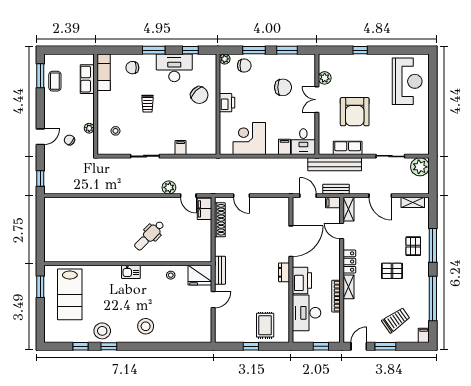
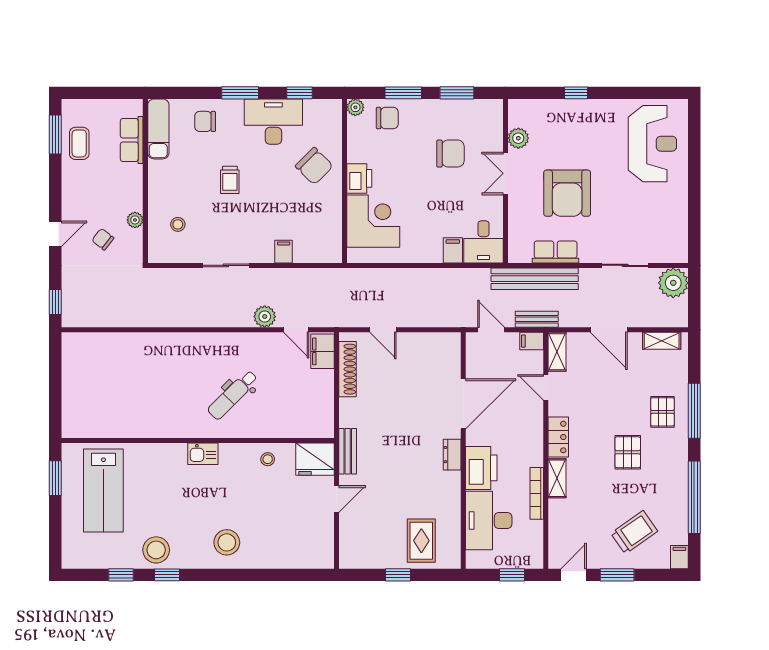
corner desk: (249, 138) -> (373, 221), moved, turned 90
pallet: (392, 271) -> (628, 452), turned 90

